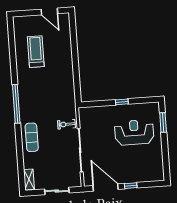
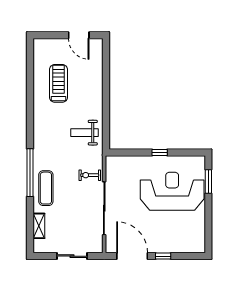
weight bench: (60, 90) -> (85, 133), added
window: (16, 104) -> (30, 173), moved
reception desk: (134, 132) -> (172, 191), width x1.36, depth x1.30
shelving: (29, 179) -> (39, 226), moved

